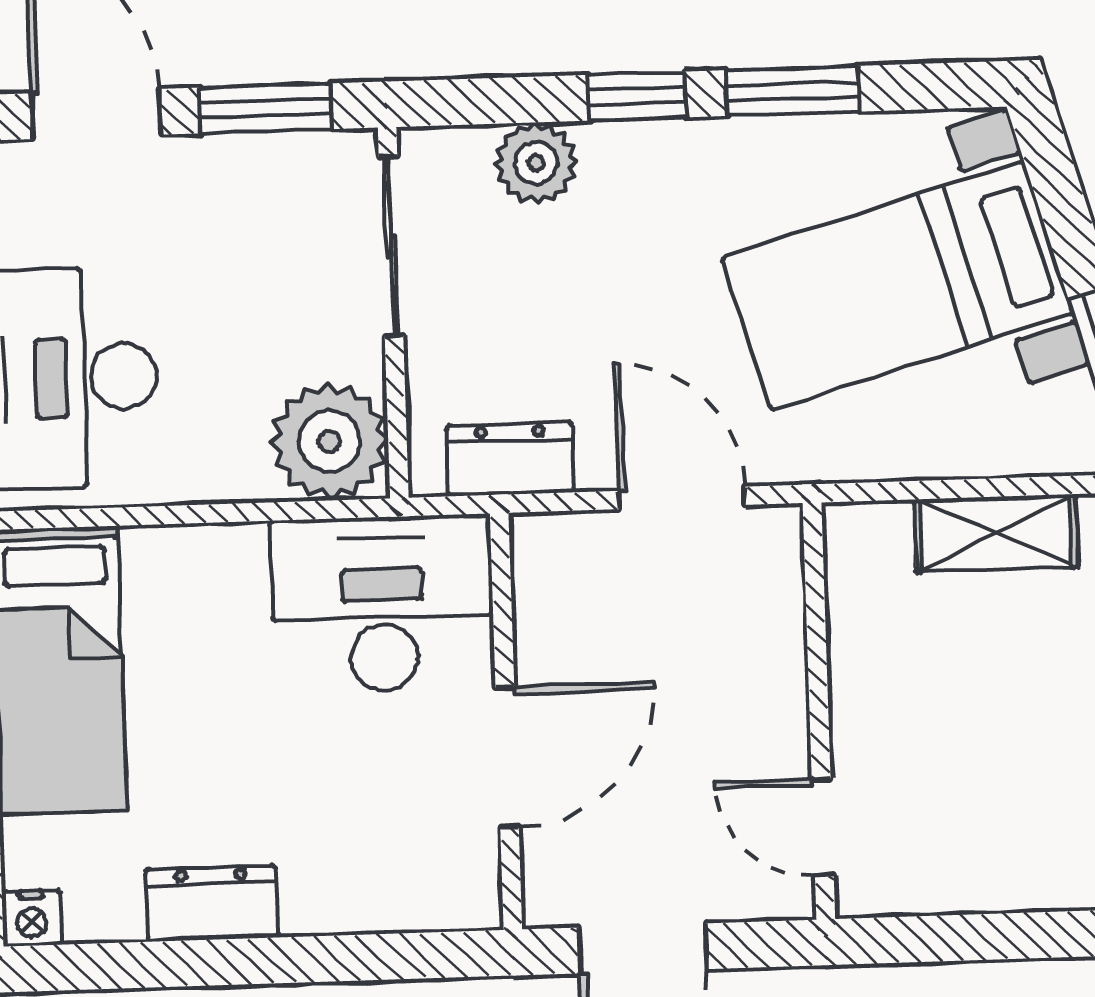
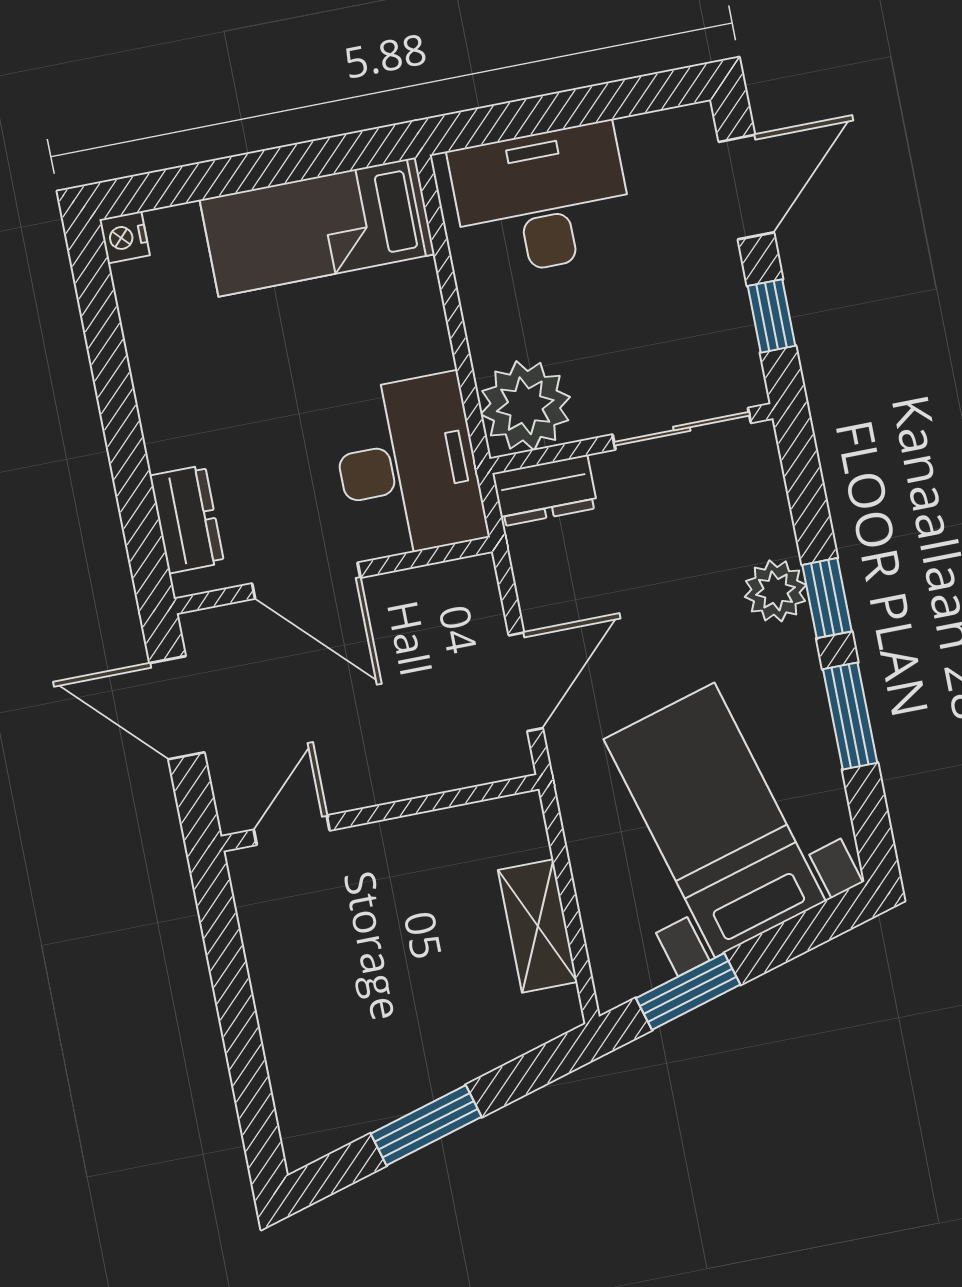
window: (266, 108) -> (772, 316), width x0.67
plant: (536, 163) -> (776, 591), moved
dresser: (510, 459) -> (545, 491), moved, turned 90
dresser: (211, 903) -> (187, 519), moved

